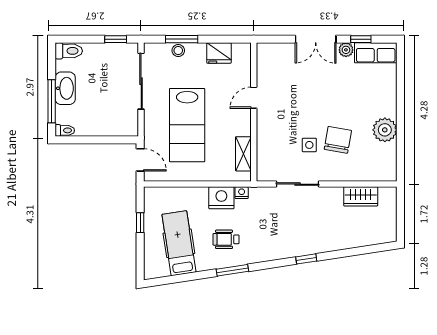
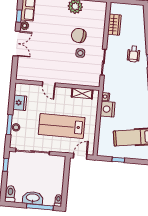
lab bench: (187, 125) -> (62, 126), turned 180
wheelchair: (226, 239) -> (134, 54), moved

